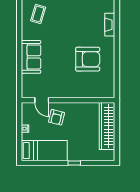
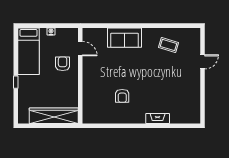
armchair: (88, 59) -> (122, 96), width x0.53, depth x0.53
door: (42, 100) -> (80, 49), swing flipped
armchair: (56, 117) -> (63, 64), turned 76

